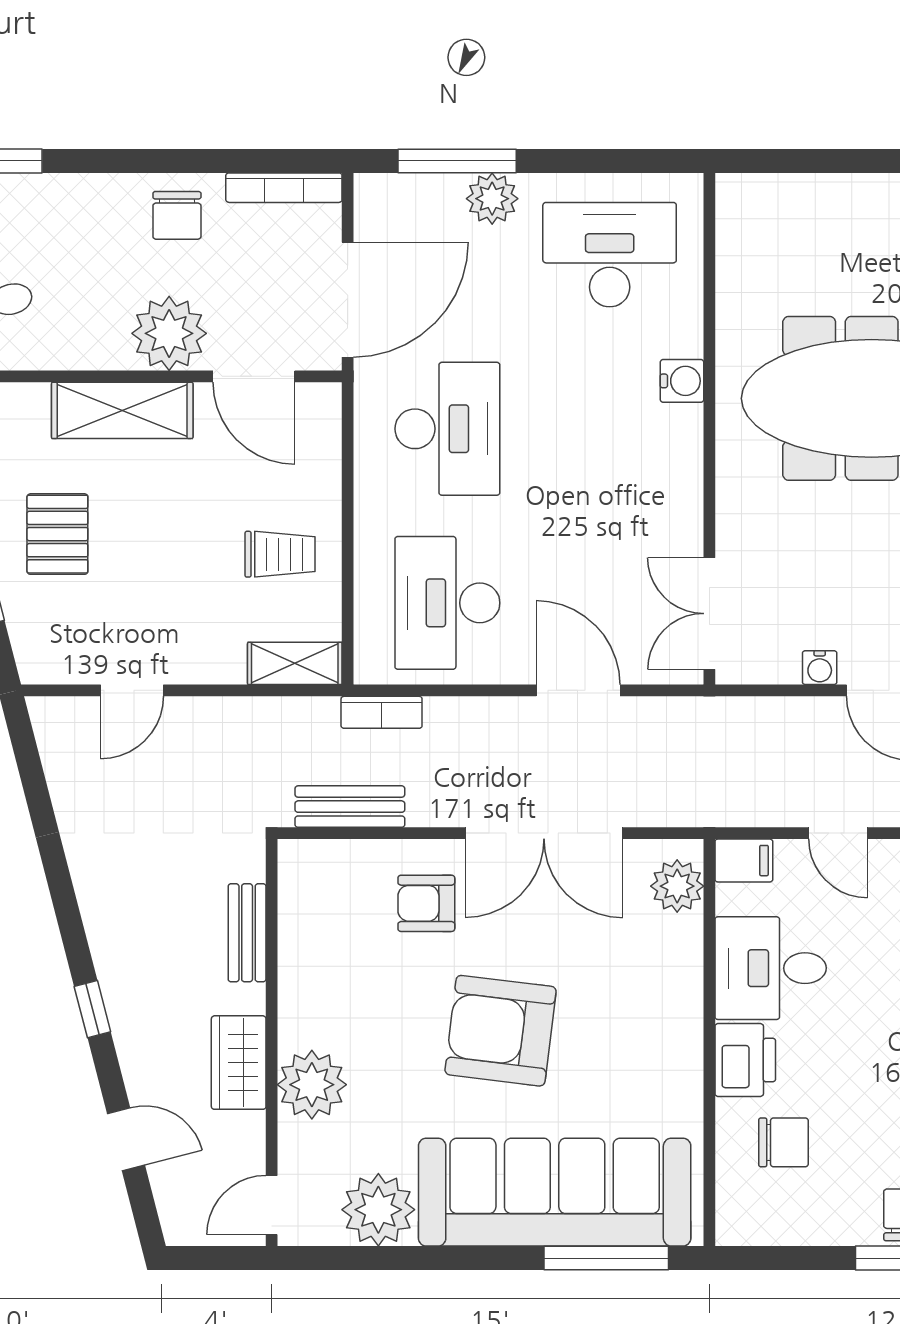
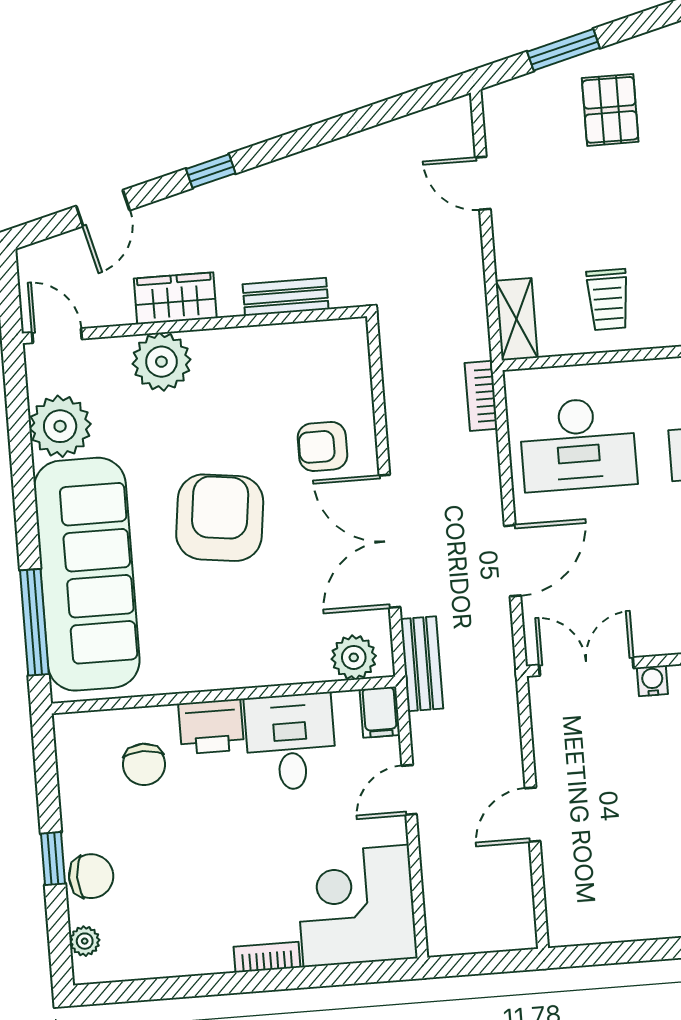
pallet: (57, 534) -> (610, 110), turned 90
desk: (447, 603) -> (578, 444), turned 180
water cooler: (820, 668) -> (652, 681), moved, turned 90
bench: (350, 807) -> (422, 664), moved
armchair: (426, 903) -> (322, 446), turned -90

